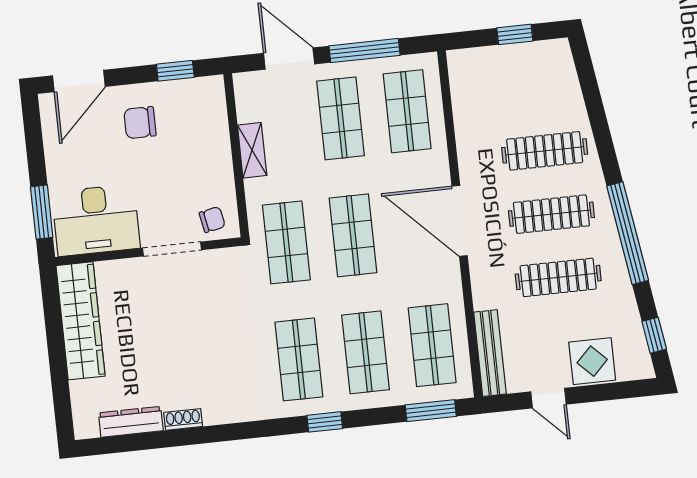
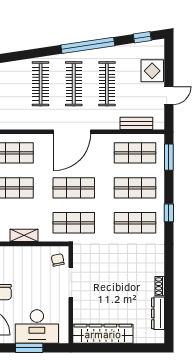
window: (42, 212) -> (29, 348), moved
desk: (96, 220) -> (37, 327), moved, turned 90
bench: (490, 353) -> (136, 123), width x0.73

